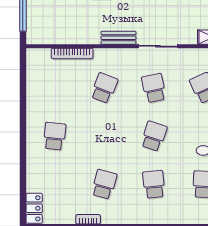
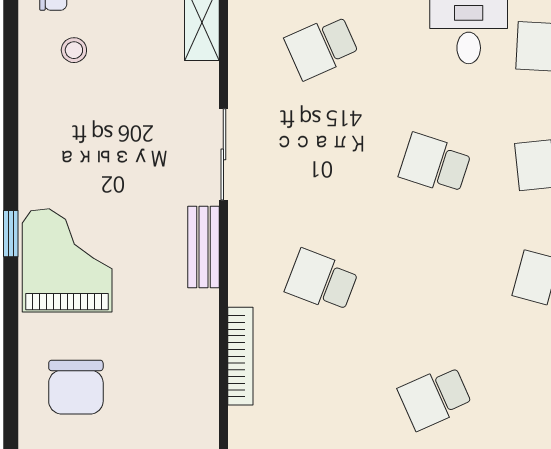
school desk: (154, 88) -> (322, 164), removed
school desk: (54, 136) -> (435, 398), turned -30

